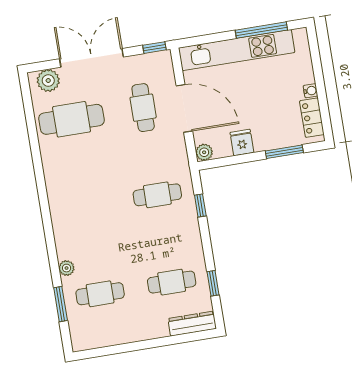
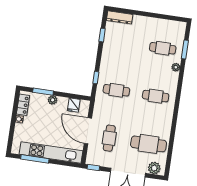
fridge: (242, 142) -> (74, 105), moved
plant: (204, 152) -> (53, 100), moved
cafe table: (172, 282) -> (156, 96), moved

